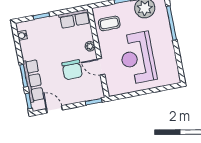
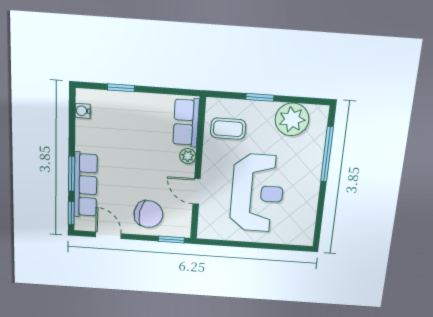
row of seats: (74, 19) -> (186, 122), moved, turned 90
reception desk: (137, 58) -> (257, 193), turned 180
chair: (72, 70) -> (148, 214), moved, turned -80

